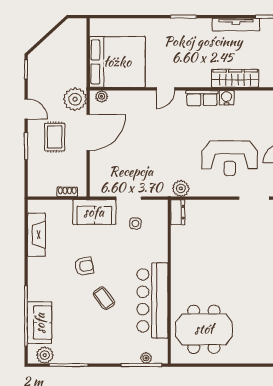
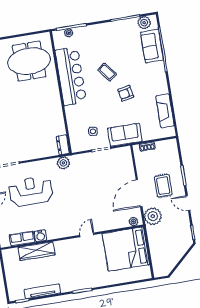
row of seats: (202, 98) -> (22, 238), moved

